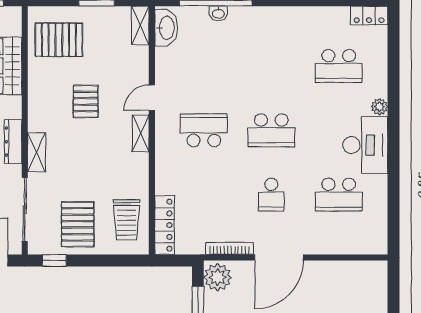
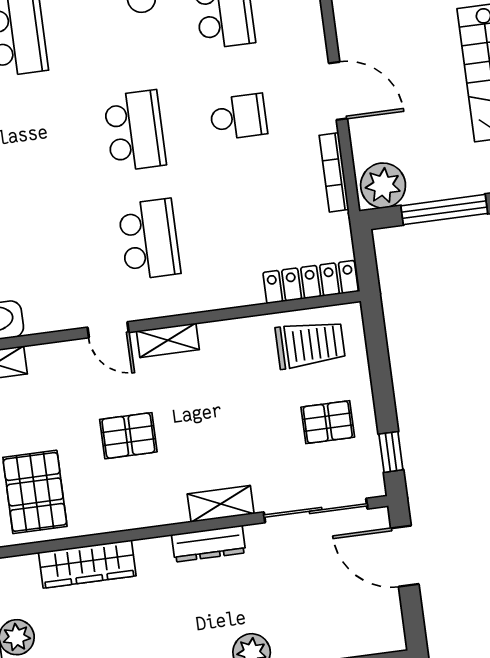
school desk: (204, 130) -> (149, 239), turned 180
pallet: (78, 224) -> (328, 422), width x0.67, depth x0.71
door: (279, 257) -> (338, 91), width x0.73

